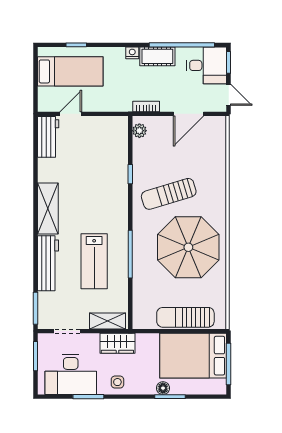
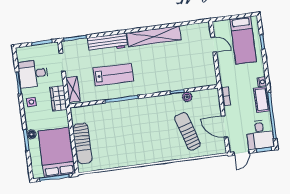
plant: (139, 131) -> (187, 97), moved
workbench: (48, 137) -> (196, 31), removed
sun lounger: (169, 194) -> (187, 131), moved
shelving: (48, 208) -> (154, 36), width x1.47
parasol: (188, 247) -> (132, 139), removed
lab bench: (94, 261) -> (113, 75), turned 180
sun lounger: (185, 317) -> (83, 143), turned 180
desk: (71, 374) -> (33, 74), width x0.73

